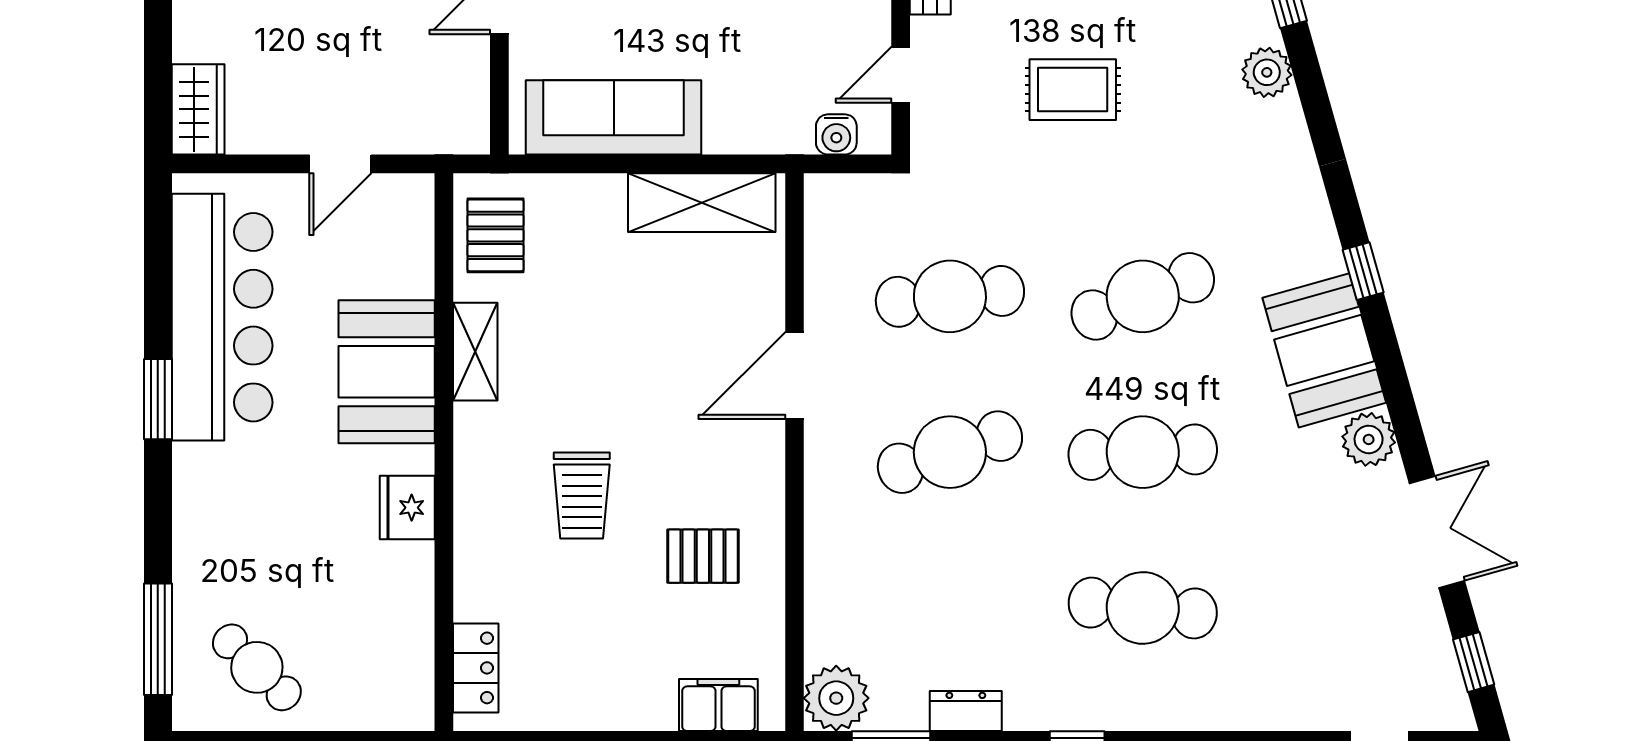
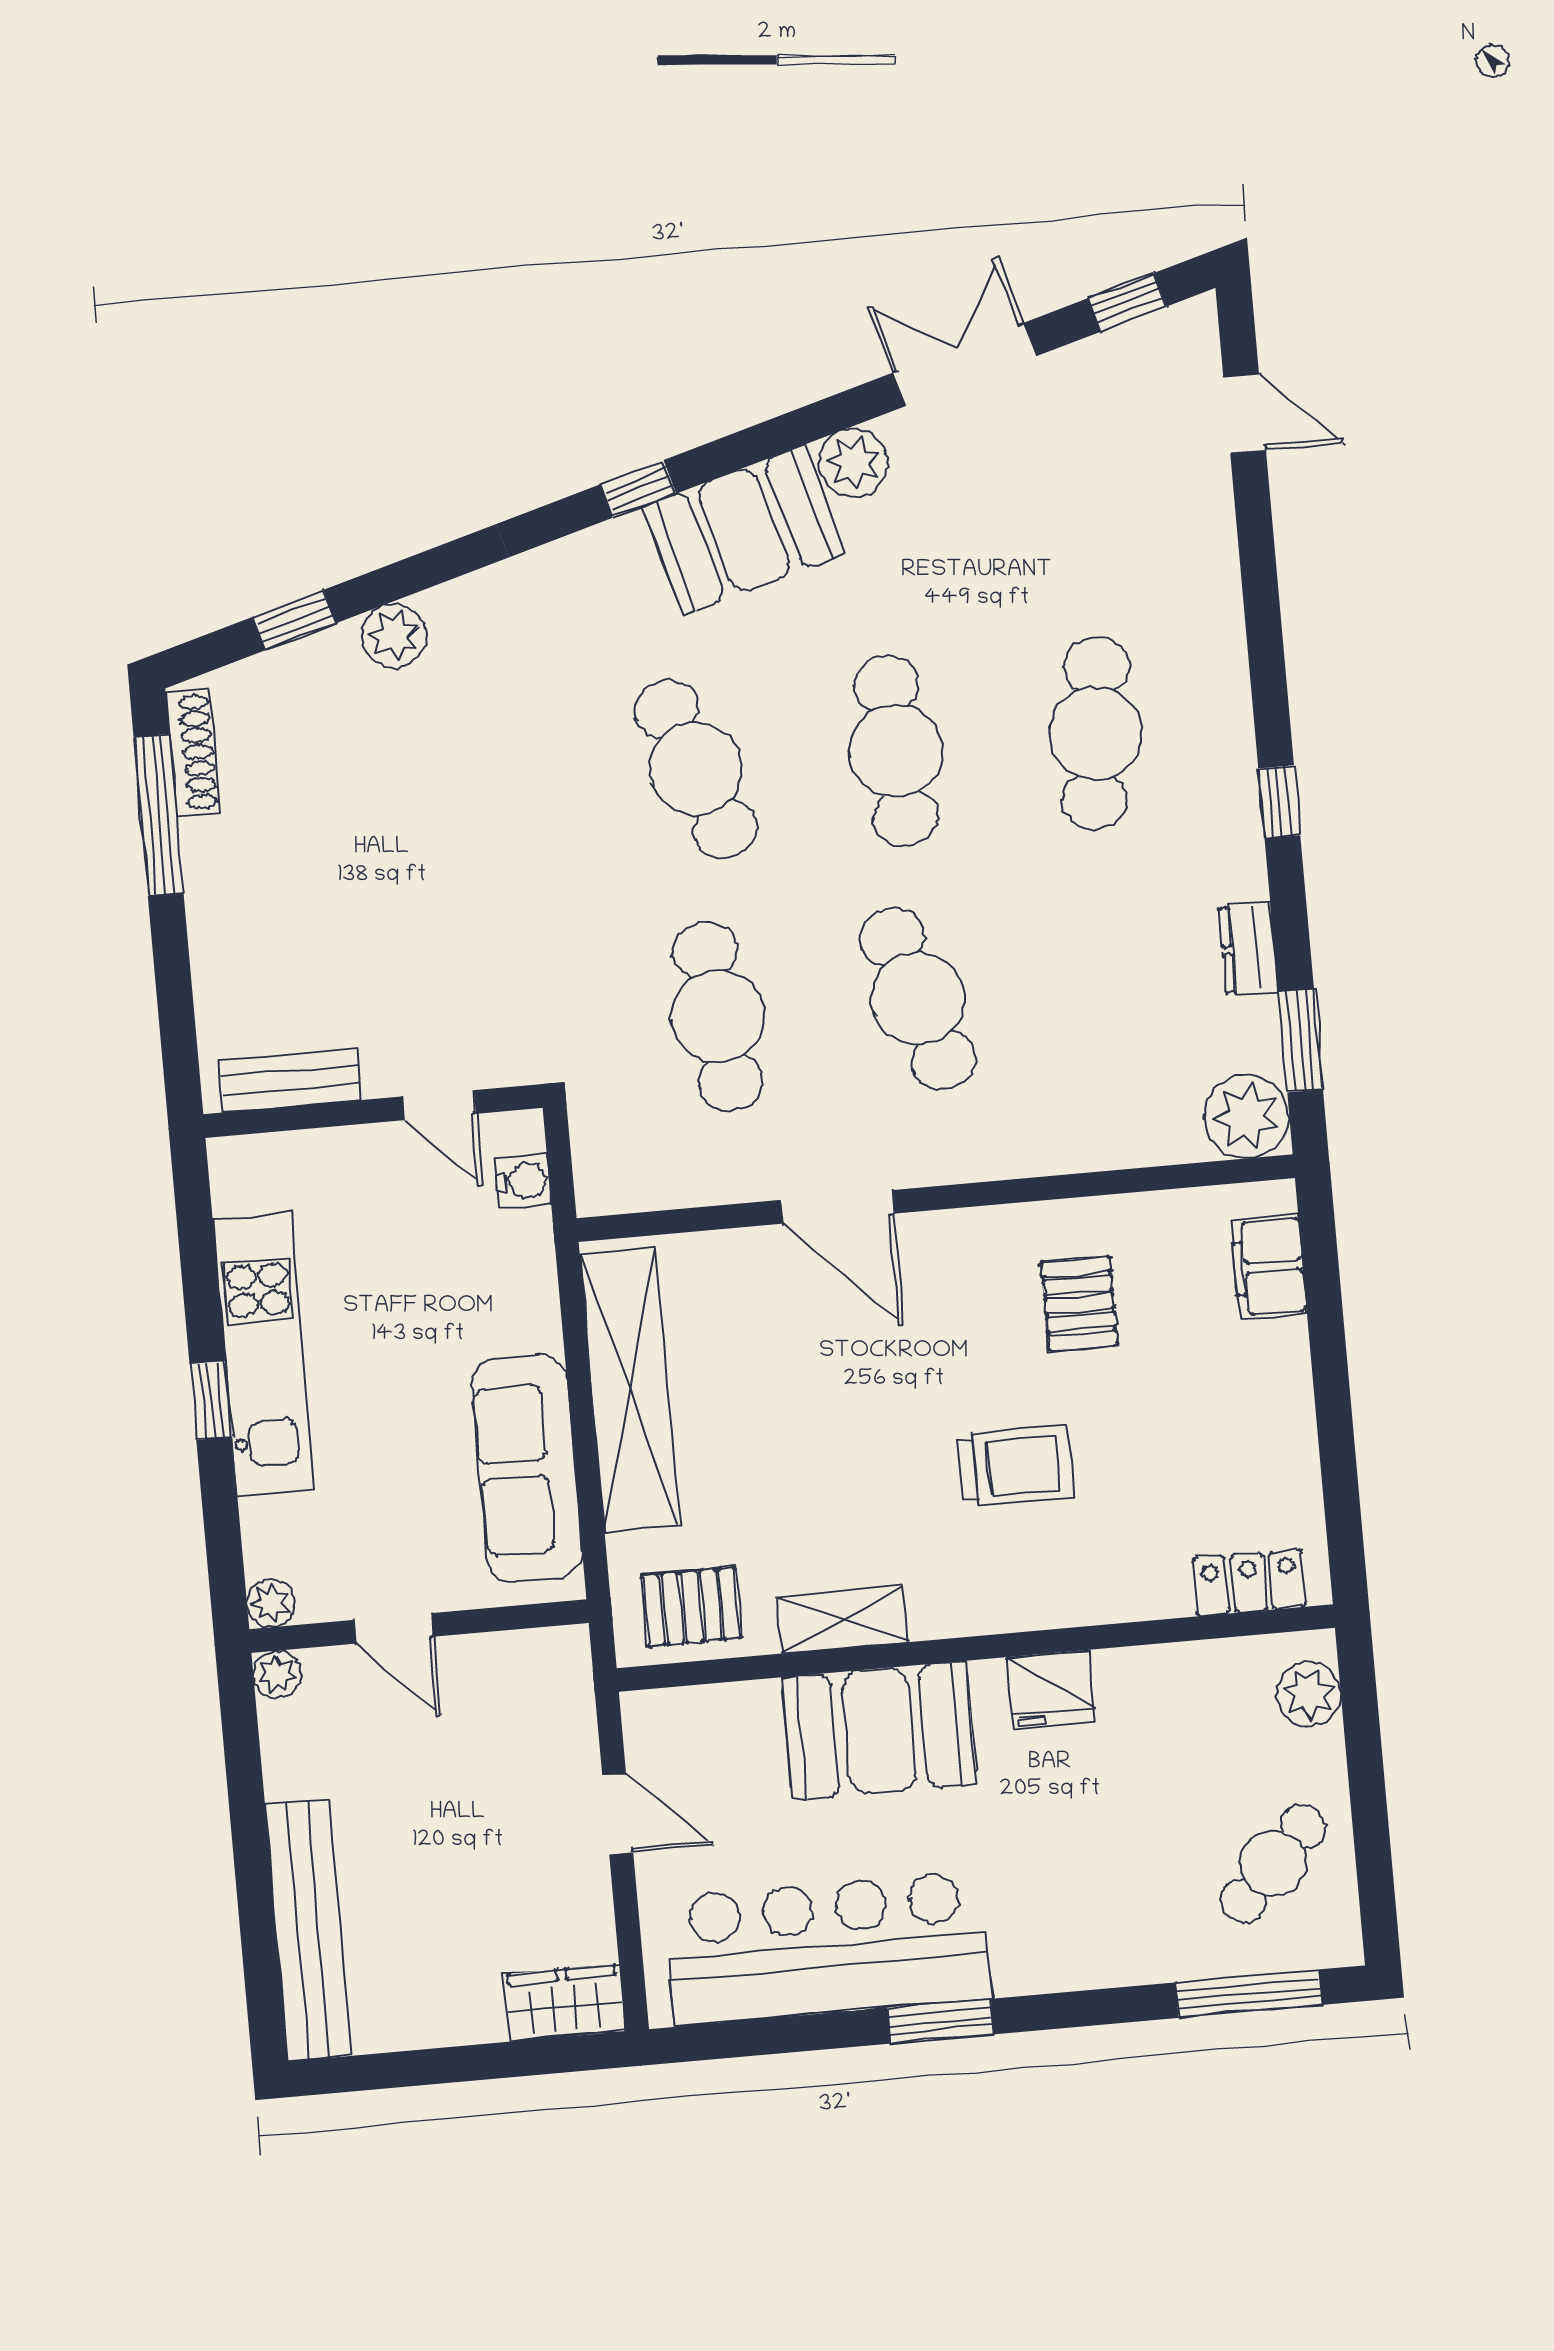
rug: (1073, 90) -> (438, 883), removed
shelving: (702, 203) -> (630, 1390), width x1.47
plant: (385, 706) -> (1309, 1694), added

